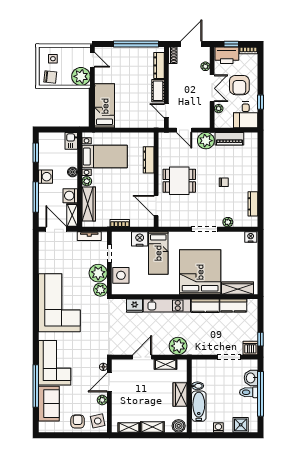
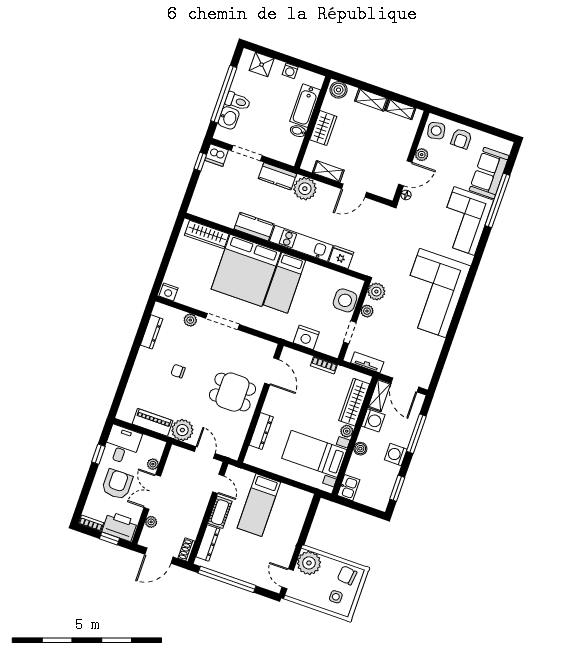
bed: (105, 106) -> (259, 505), moved
bed: (158, 253) -> (285, 283), moved, turned 180
plant: (98, 273) -> (367, 311), width x0.53, depth x0.53
kitchen counter: (233, 306) -> (277, 176), moved, turned 180

